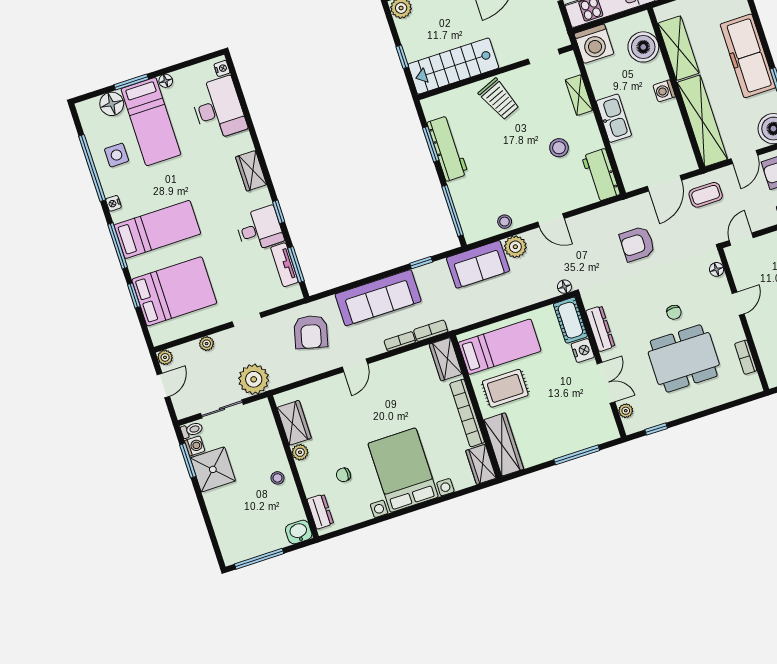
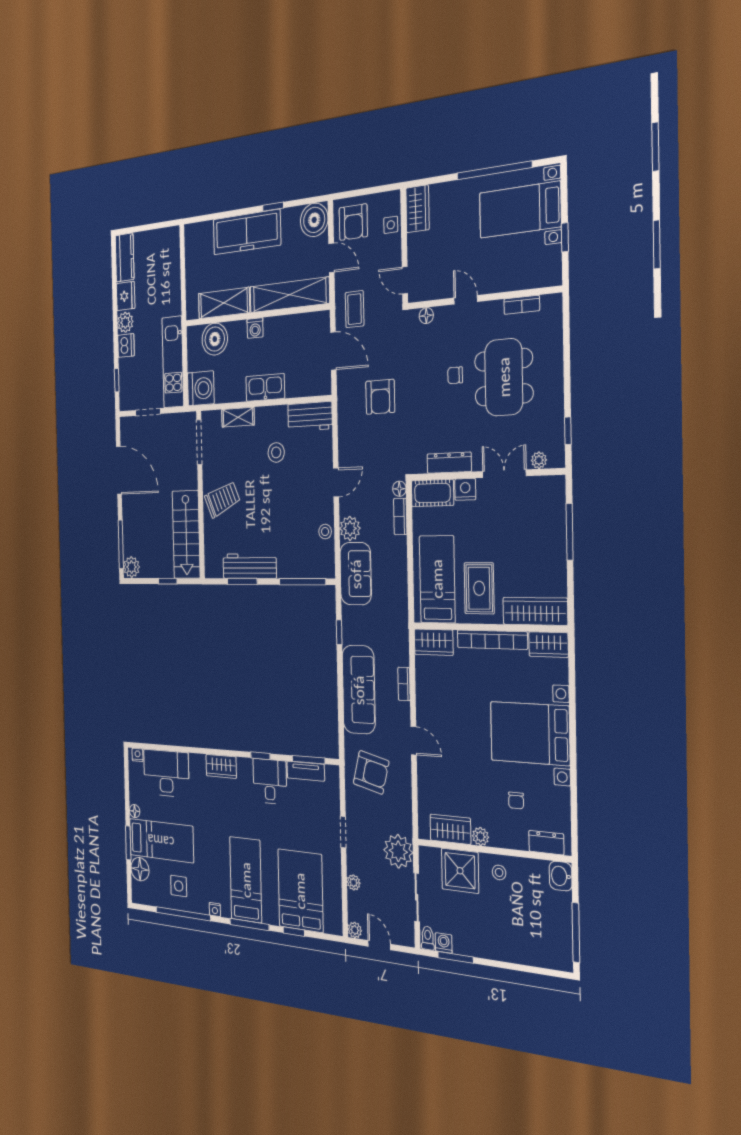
doorway: (544, 57) -> (199, 442), width x1.38
chair: (674, 312) -> (455, 375), turned 180
bookcase: (431, 331) -> (400, 516), moved
shower: (213, 469) -> (460, 871), moved

